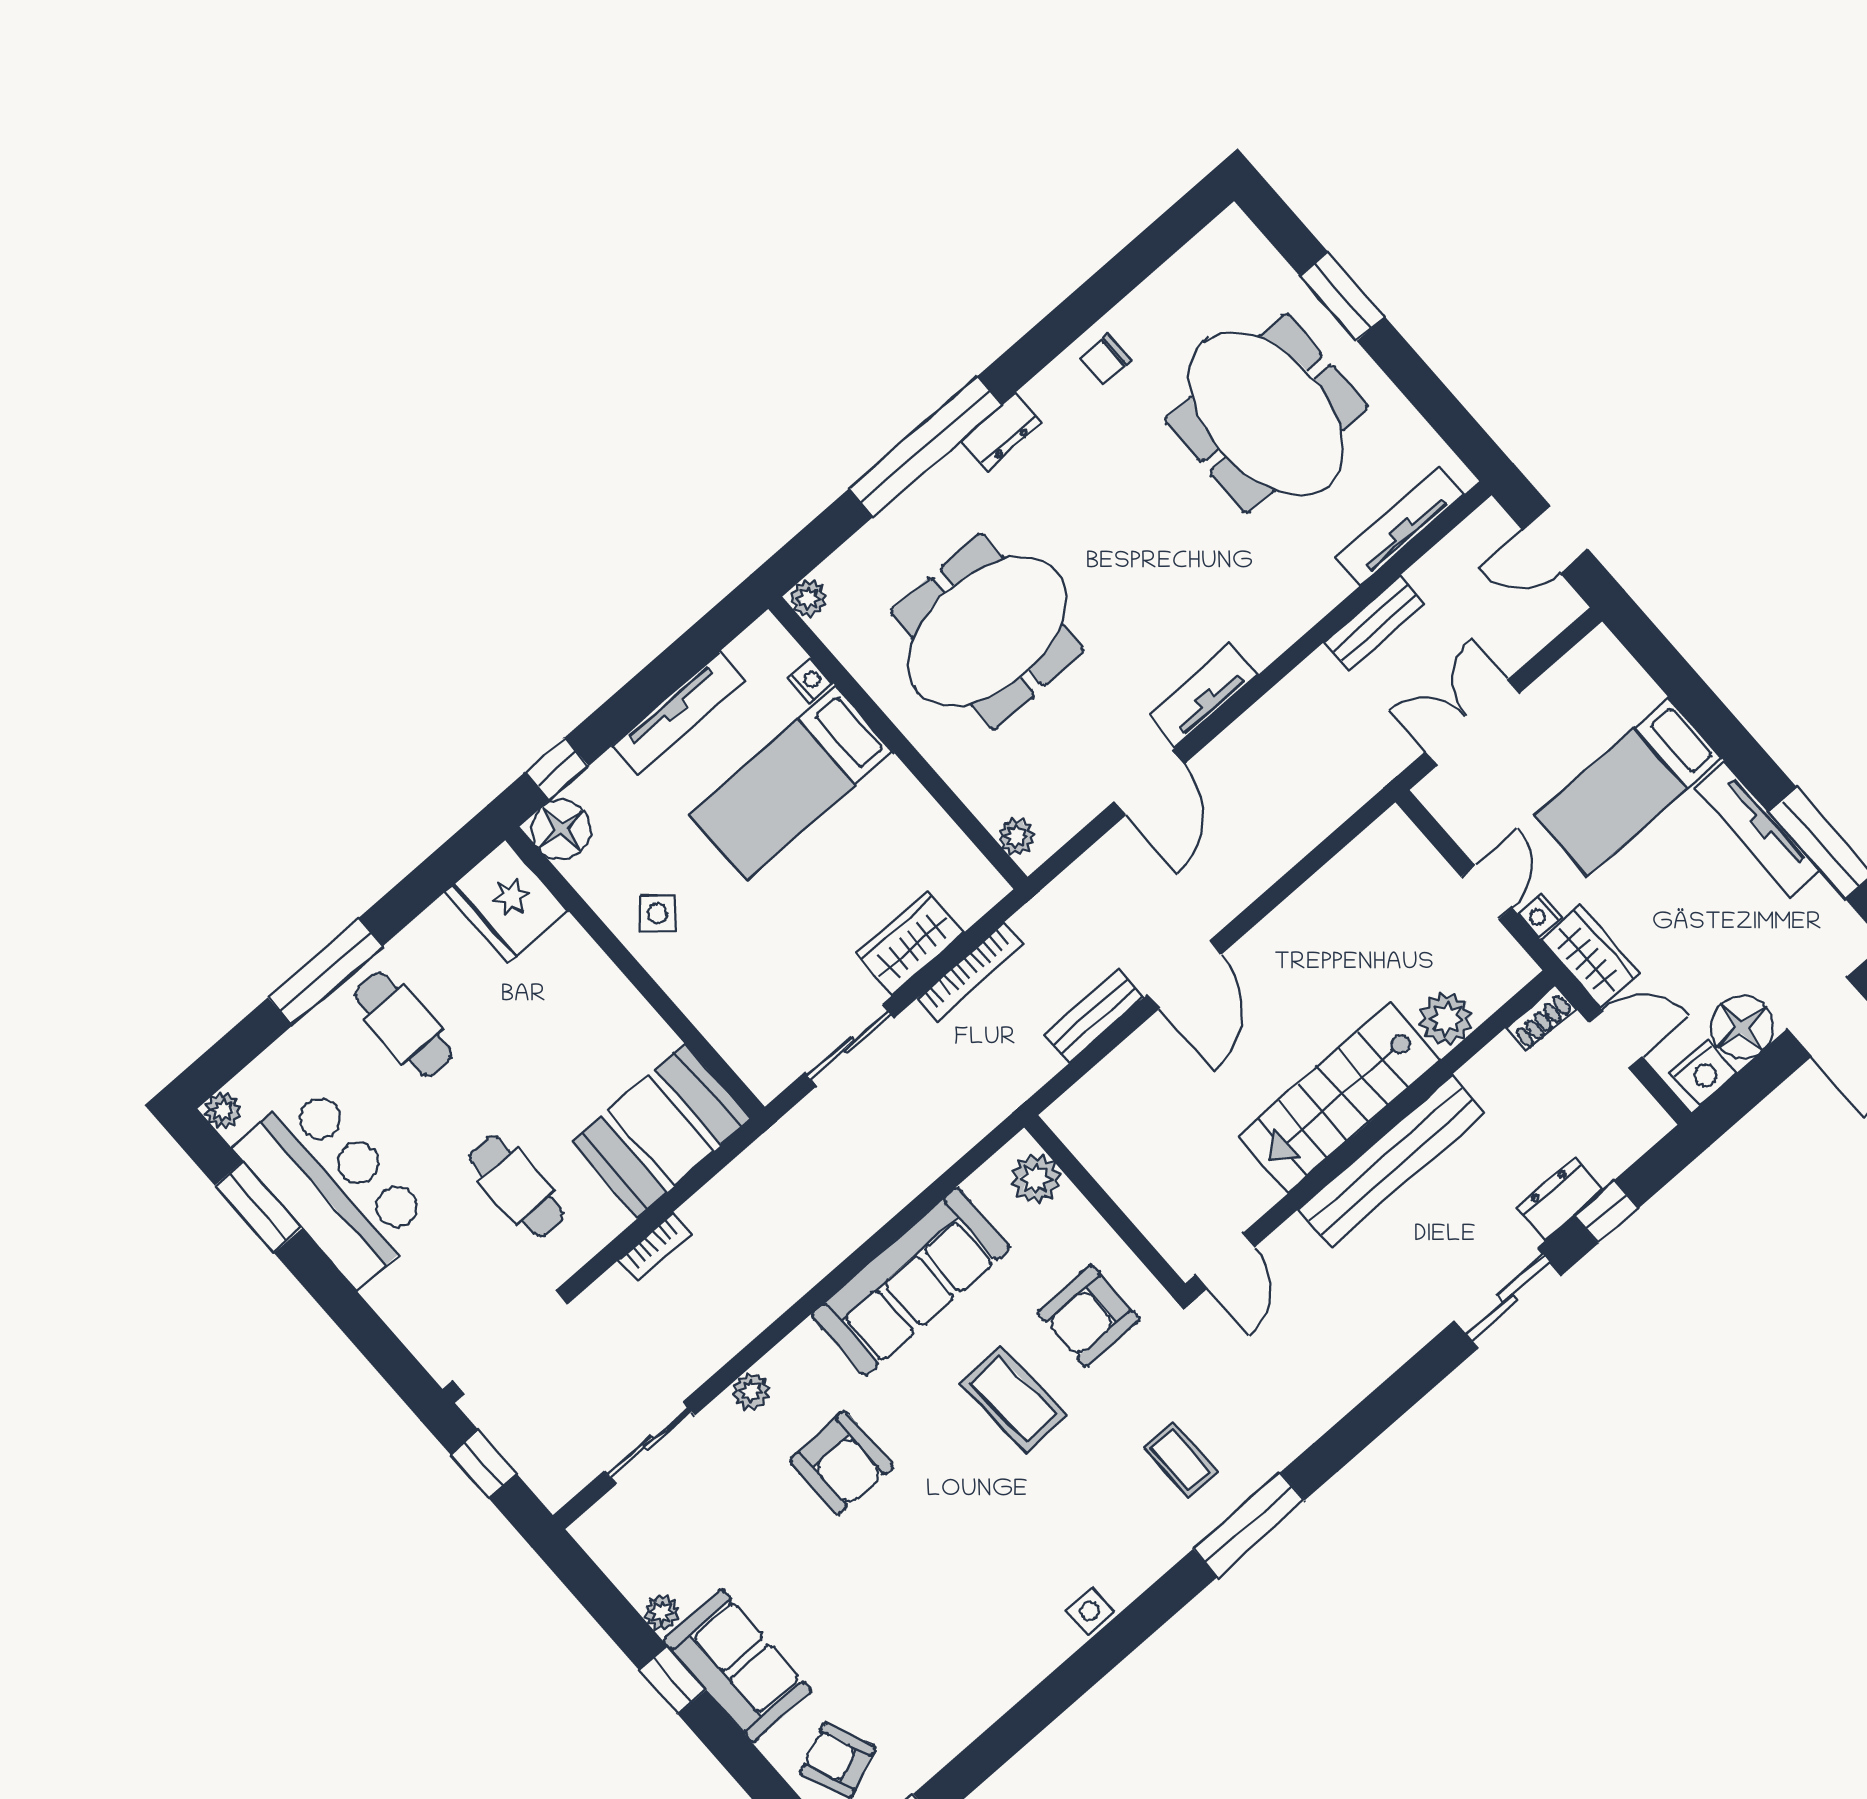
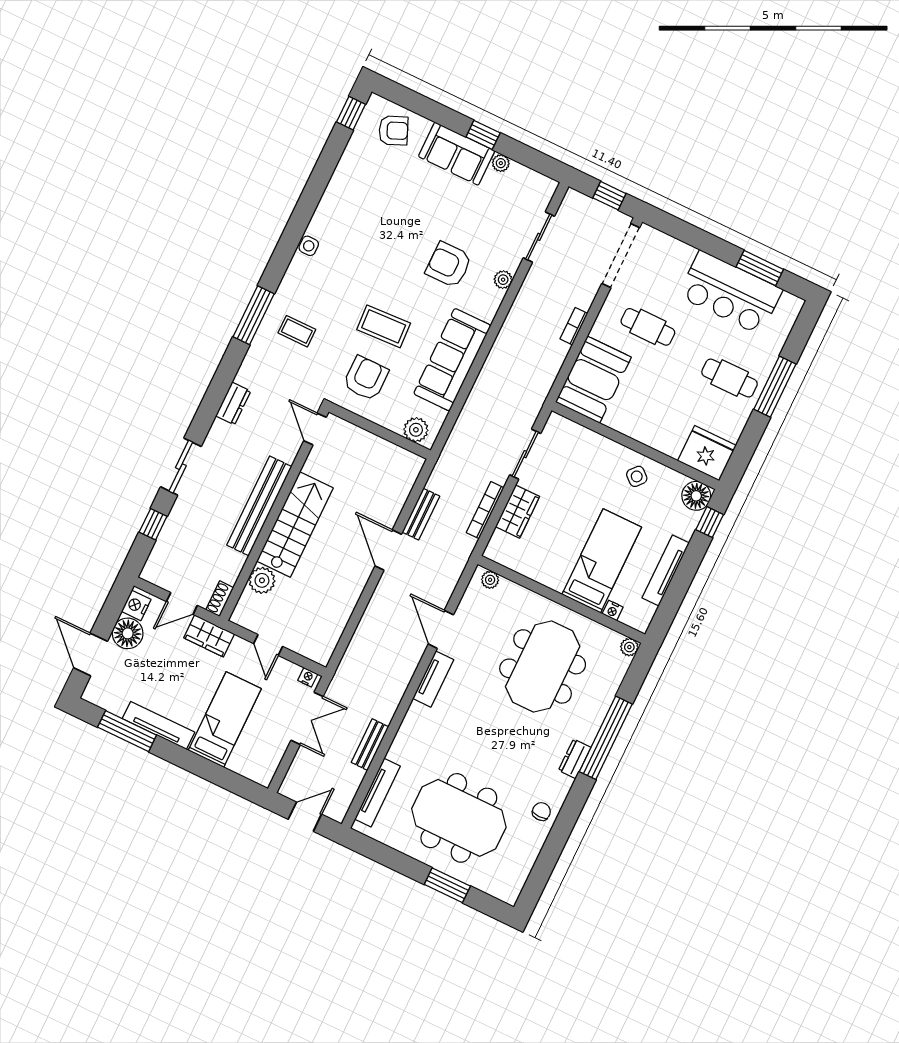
nightstand: (1539, 915) -> (308, 677), moved
plant: (223, 1110) -> (794, 305), removed
dresser: (1560, 1199) -> (233, 403), moved

